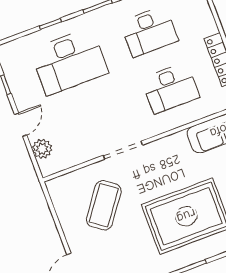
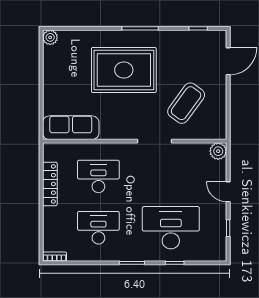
door: (21, 125) -> (228, 192), hinge flipped
plant: (42, 149) -> (218, 151), moved

